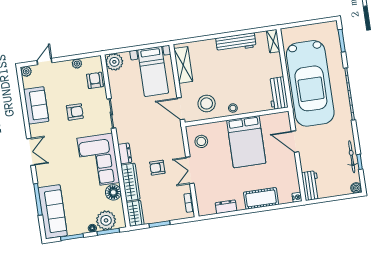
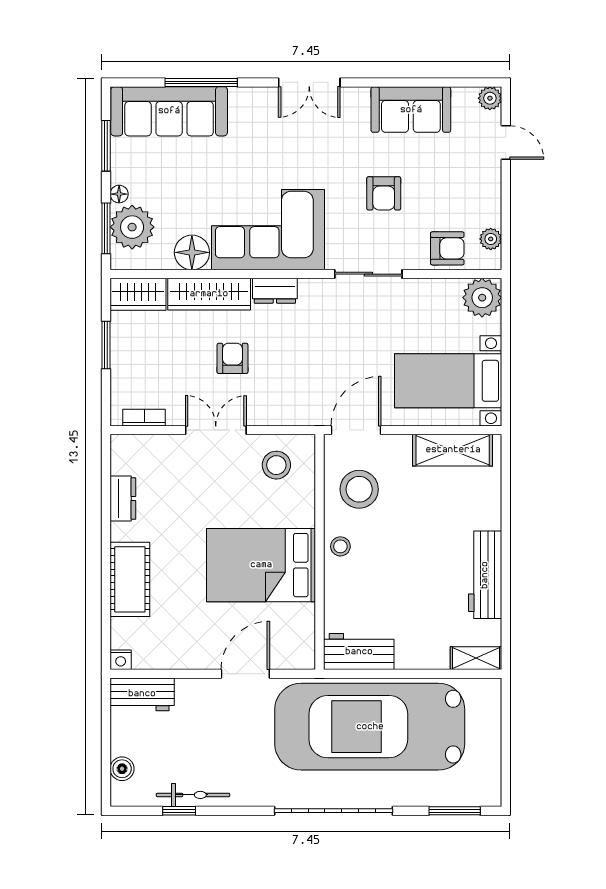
plant: (77, 64) -> (491, 239), moved
boiler: (356, 188) -> (122, 769), moved

